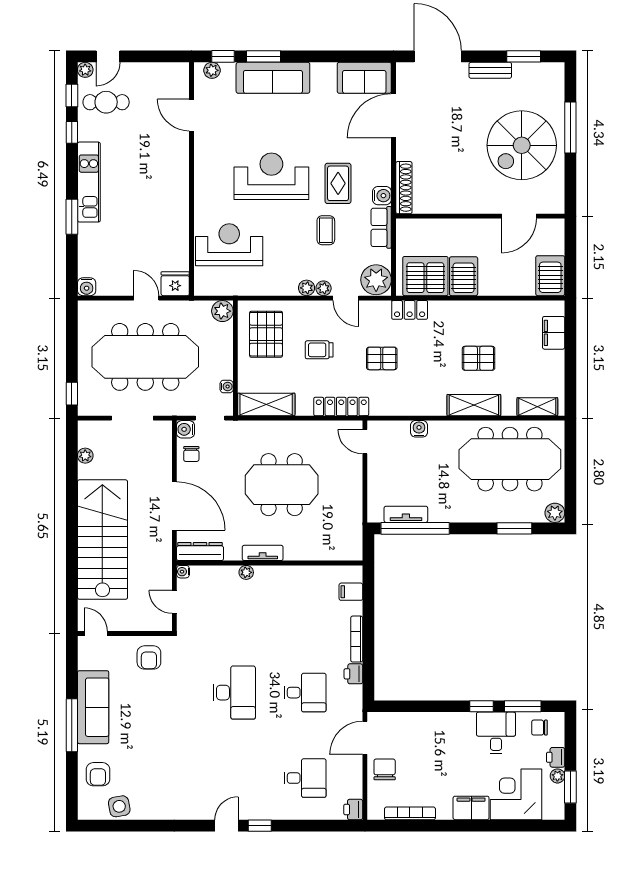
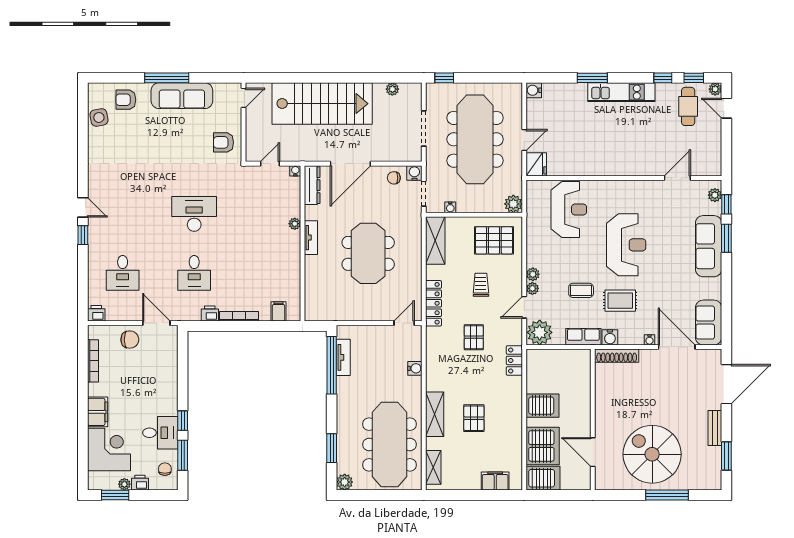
water cooler: (385, 148) -> (649, 340), added
server rack: (425, 276) -> (543, 446), moved
desk: (234, 693) -> (194, 214), turned 180

